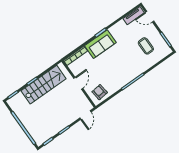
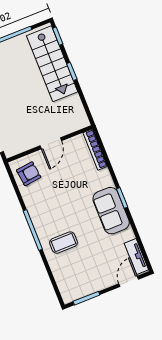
sofa: (100, 44) -> (111, 211), moved
coffee table: (146, 46) -> (64, 243), moved
door: (78, 83) -> (51, 143), hinge flipped
stairs: (43, 85) -> (52, 64), moved

